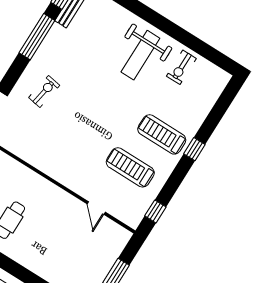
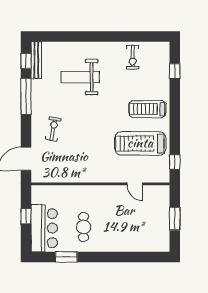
weight bench: (140, 55) -> (80, 77), moved, turned 90
window: (194, 149) -> (175, 71), moved
treadmill: (130, 167) -> (140, 143), width x1.37, depth x1.38

